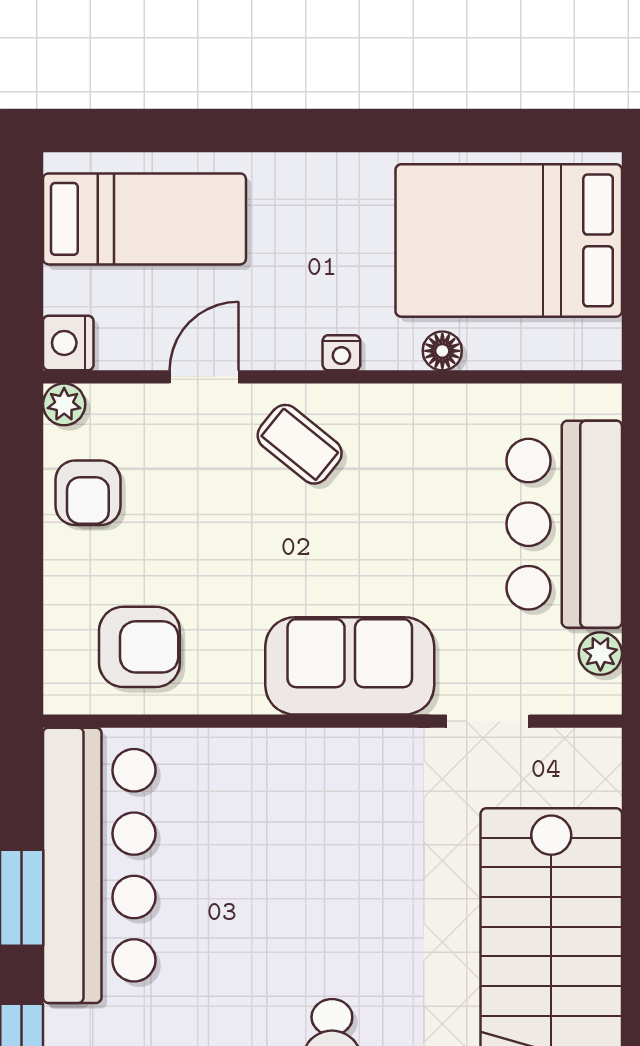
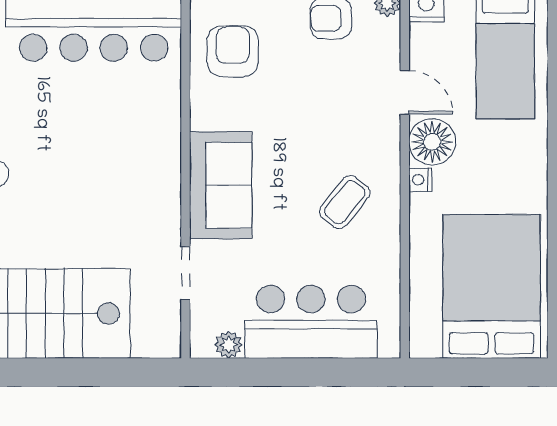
floor lamp: (442, 351) -> (432, 142), moved, width x1.89, depth x1.89
coffee table: (300, 444) -> (345, 202), moved
armchair: (139, 647) -> (233, 51), turned 180

